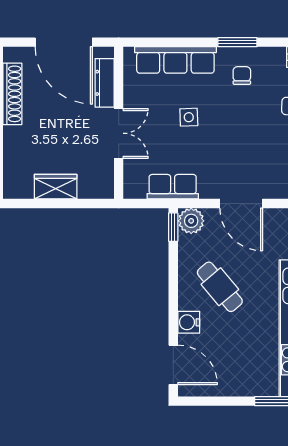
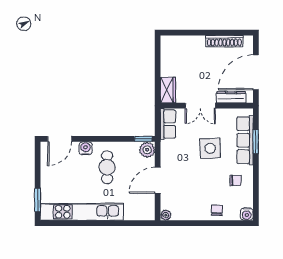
window: (237, 42) -> (256, 141), moved
side table: (189, 117) -> (210, 148), width x1.87, depth x1.87
wardrobe: (56, 187) -> (168, 90), moved
row of seats: (173, 187) -> (168, 124), moved
cafe table: (220, 287) -> (107, 167), turned -50

